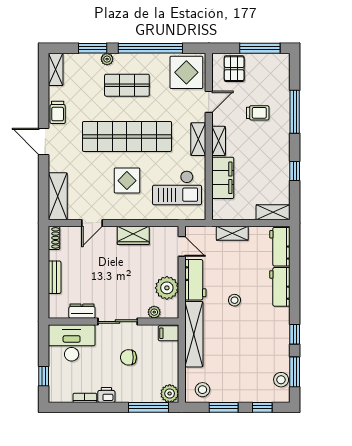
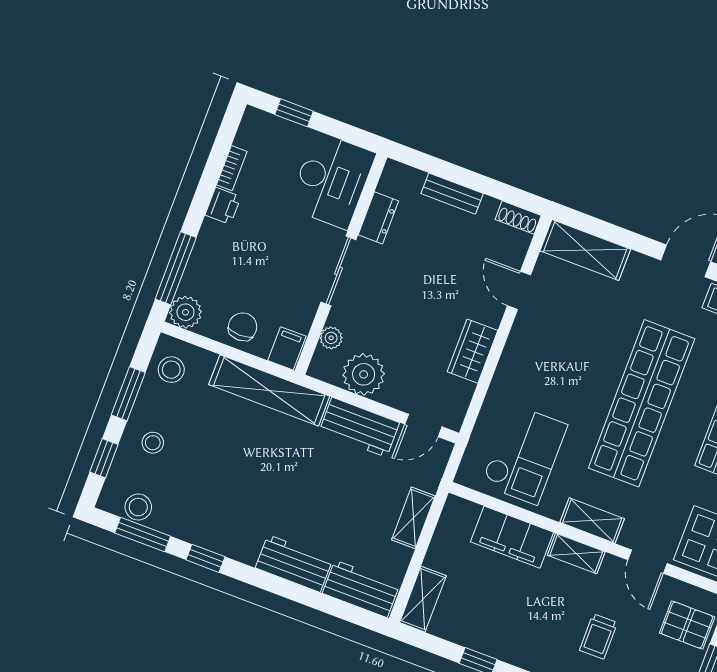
display table: (127, 181) -> (568, 375), removed
checkout: (177, 188) -> (524, 454), turned 180
stool: (235, 300) -> (153, 443), moved
chair: (128, 357) -> (243, 327), moved

